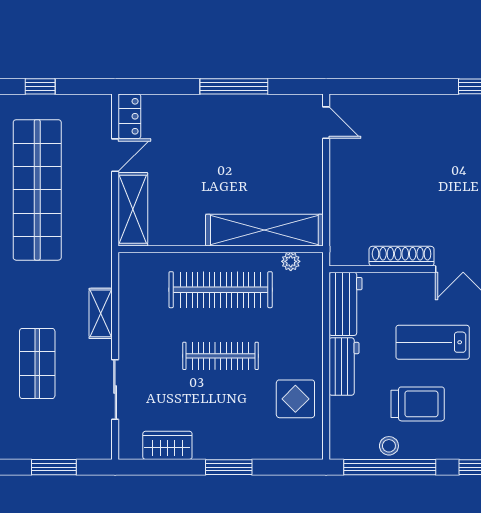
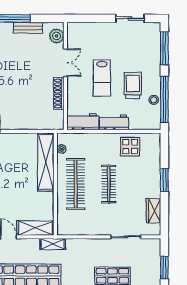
shelving: (101, 313) -> (53, 244), moved

